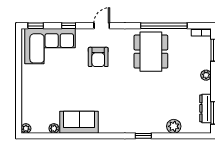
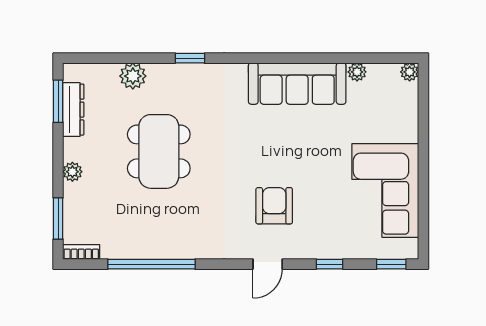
corner sofa: (50, 46) -> (385, 191), moved, turned -90
dining table: (151, 52) -> (159, 151), moved
sofa: (79, 122) -> (297, 84), width x1.36

